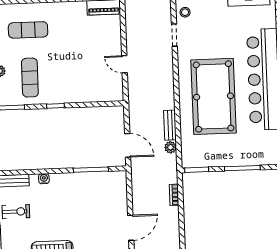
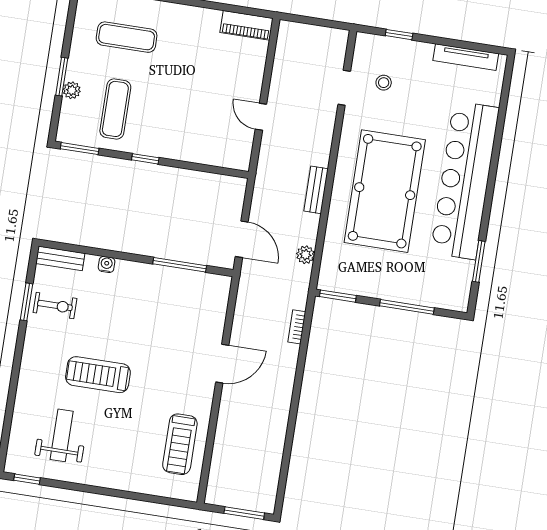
stool: (185, 12) -> (384, 83), moved
bench: (170, 125) -> (316, 190), moved

